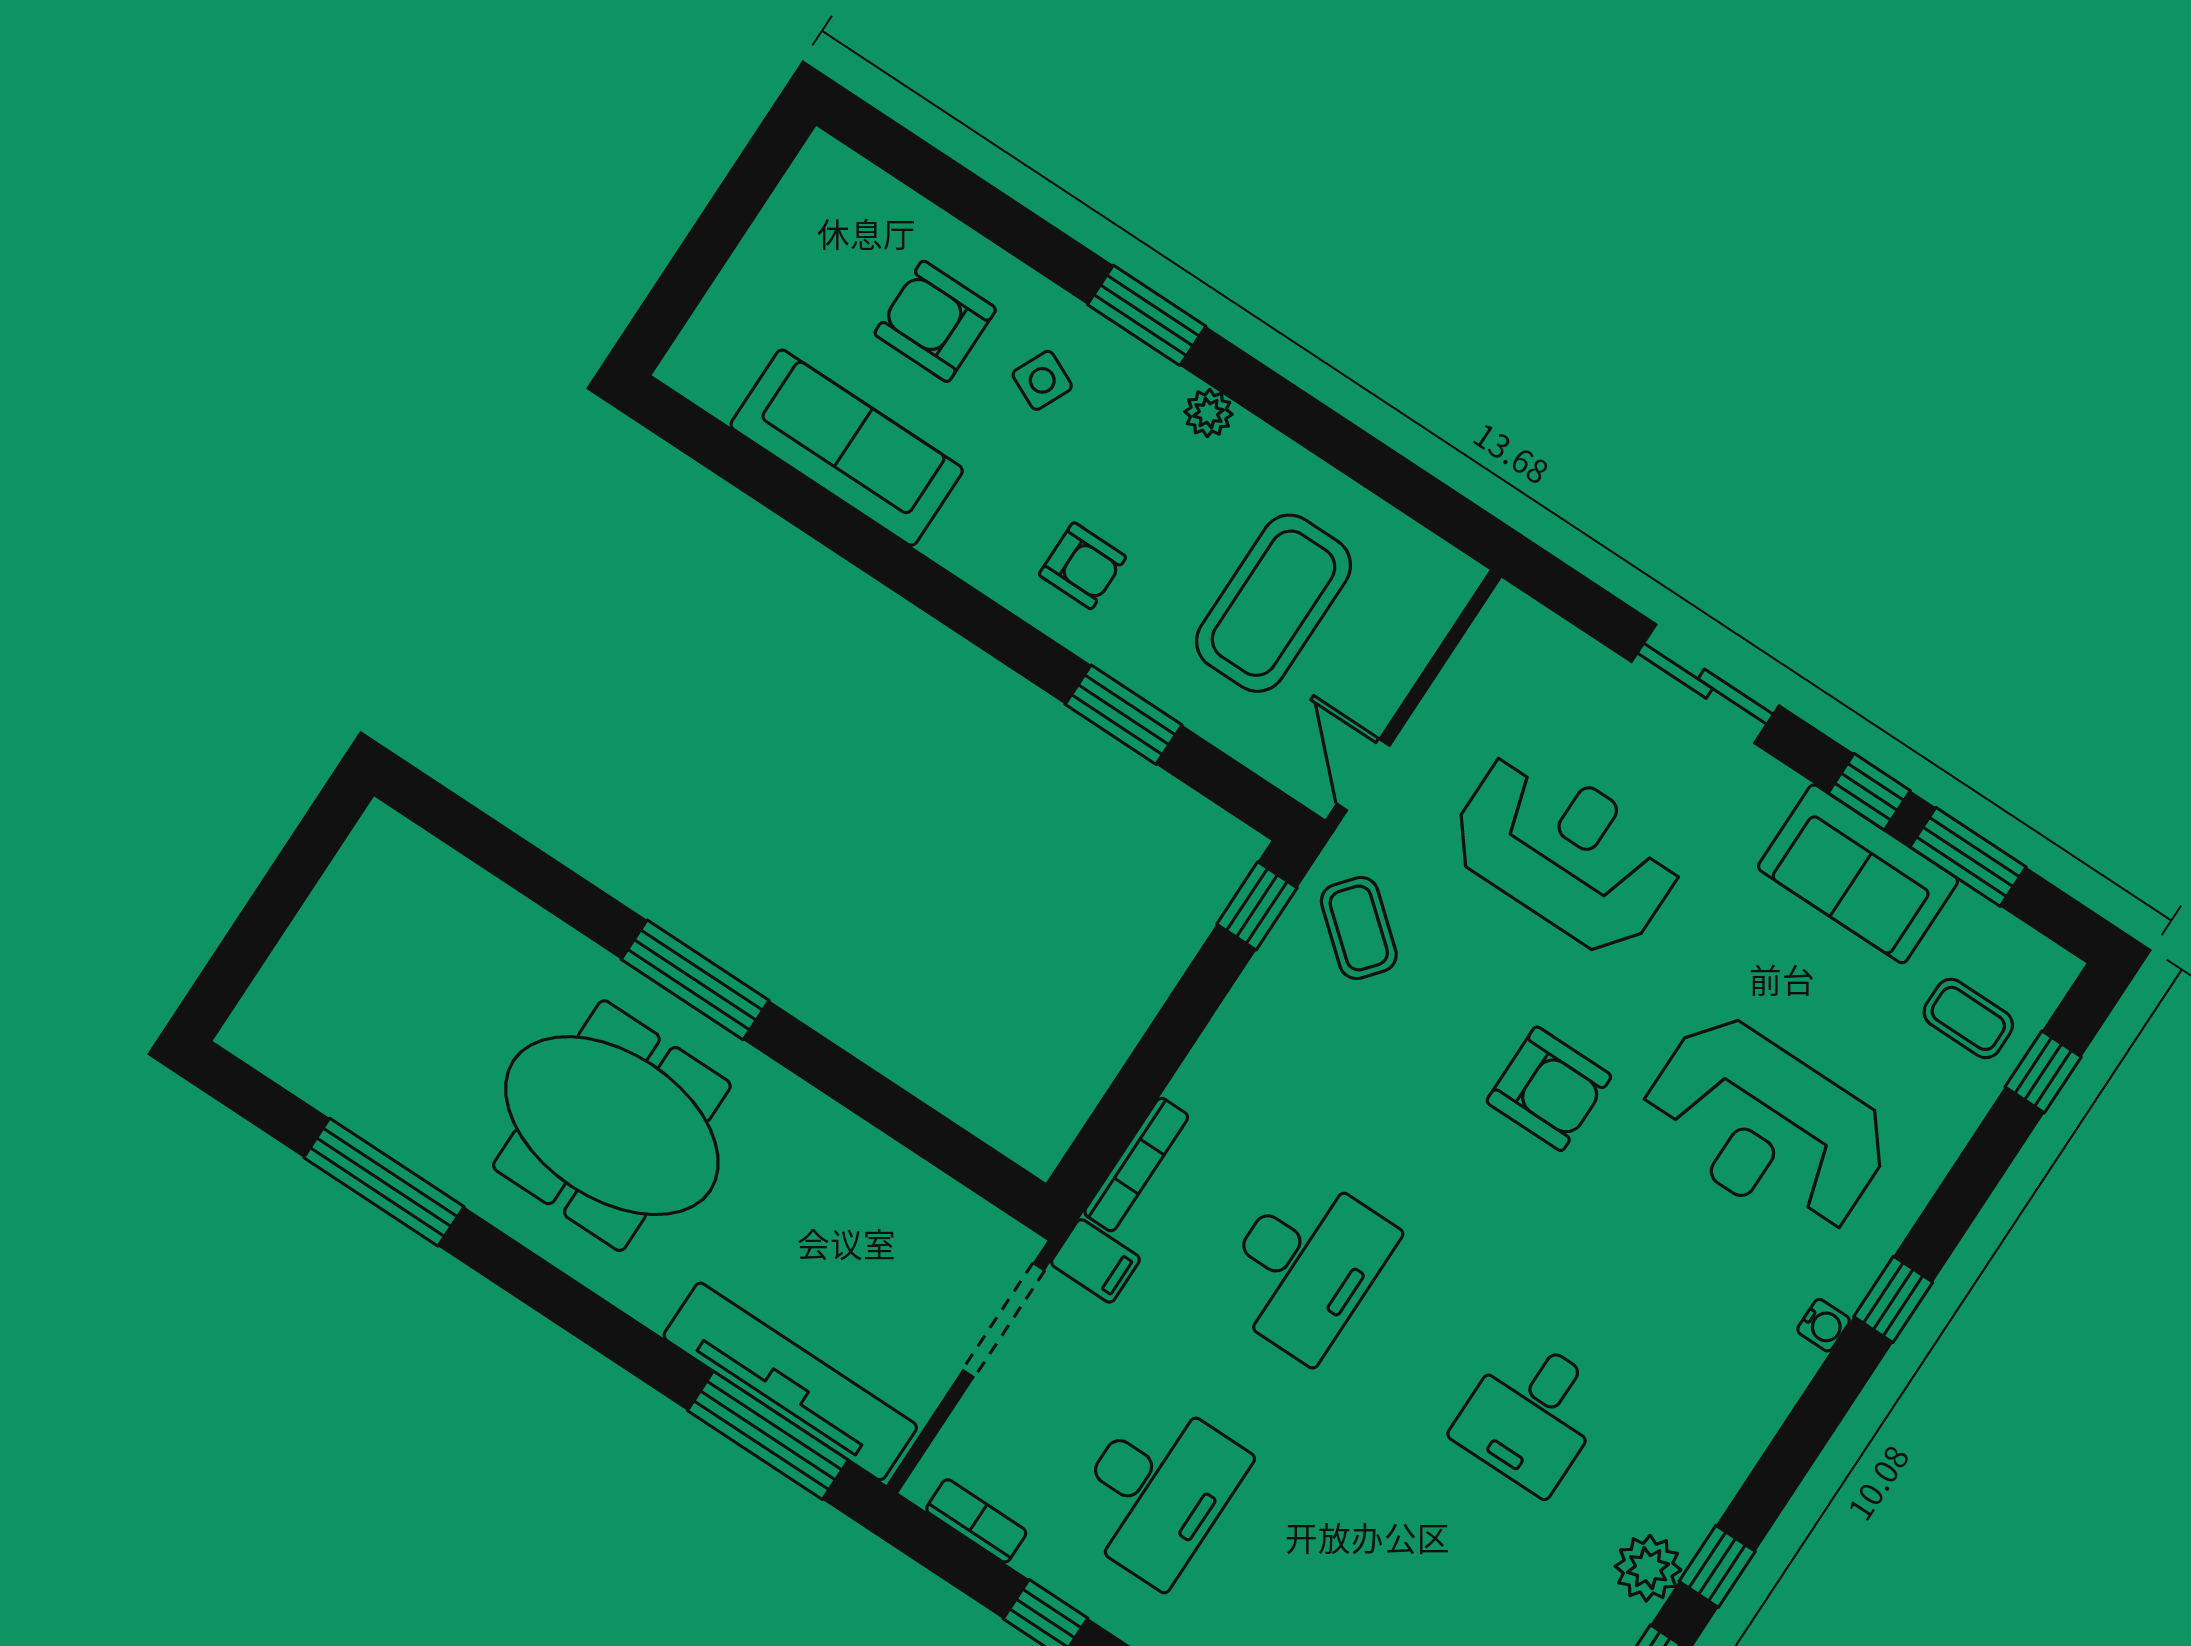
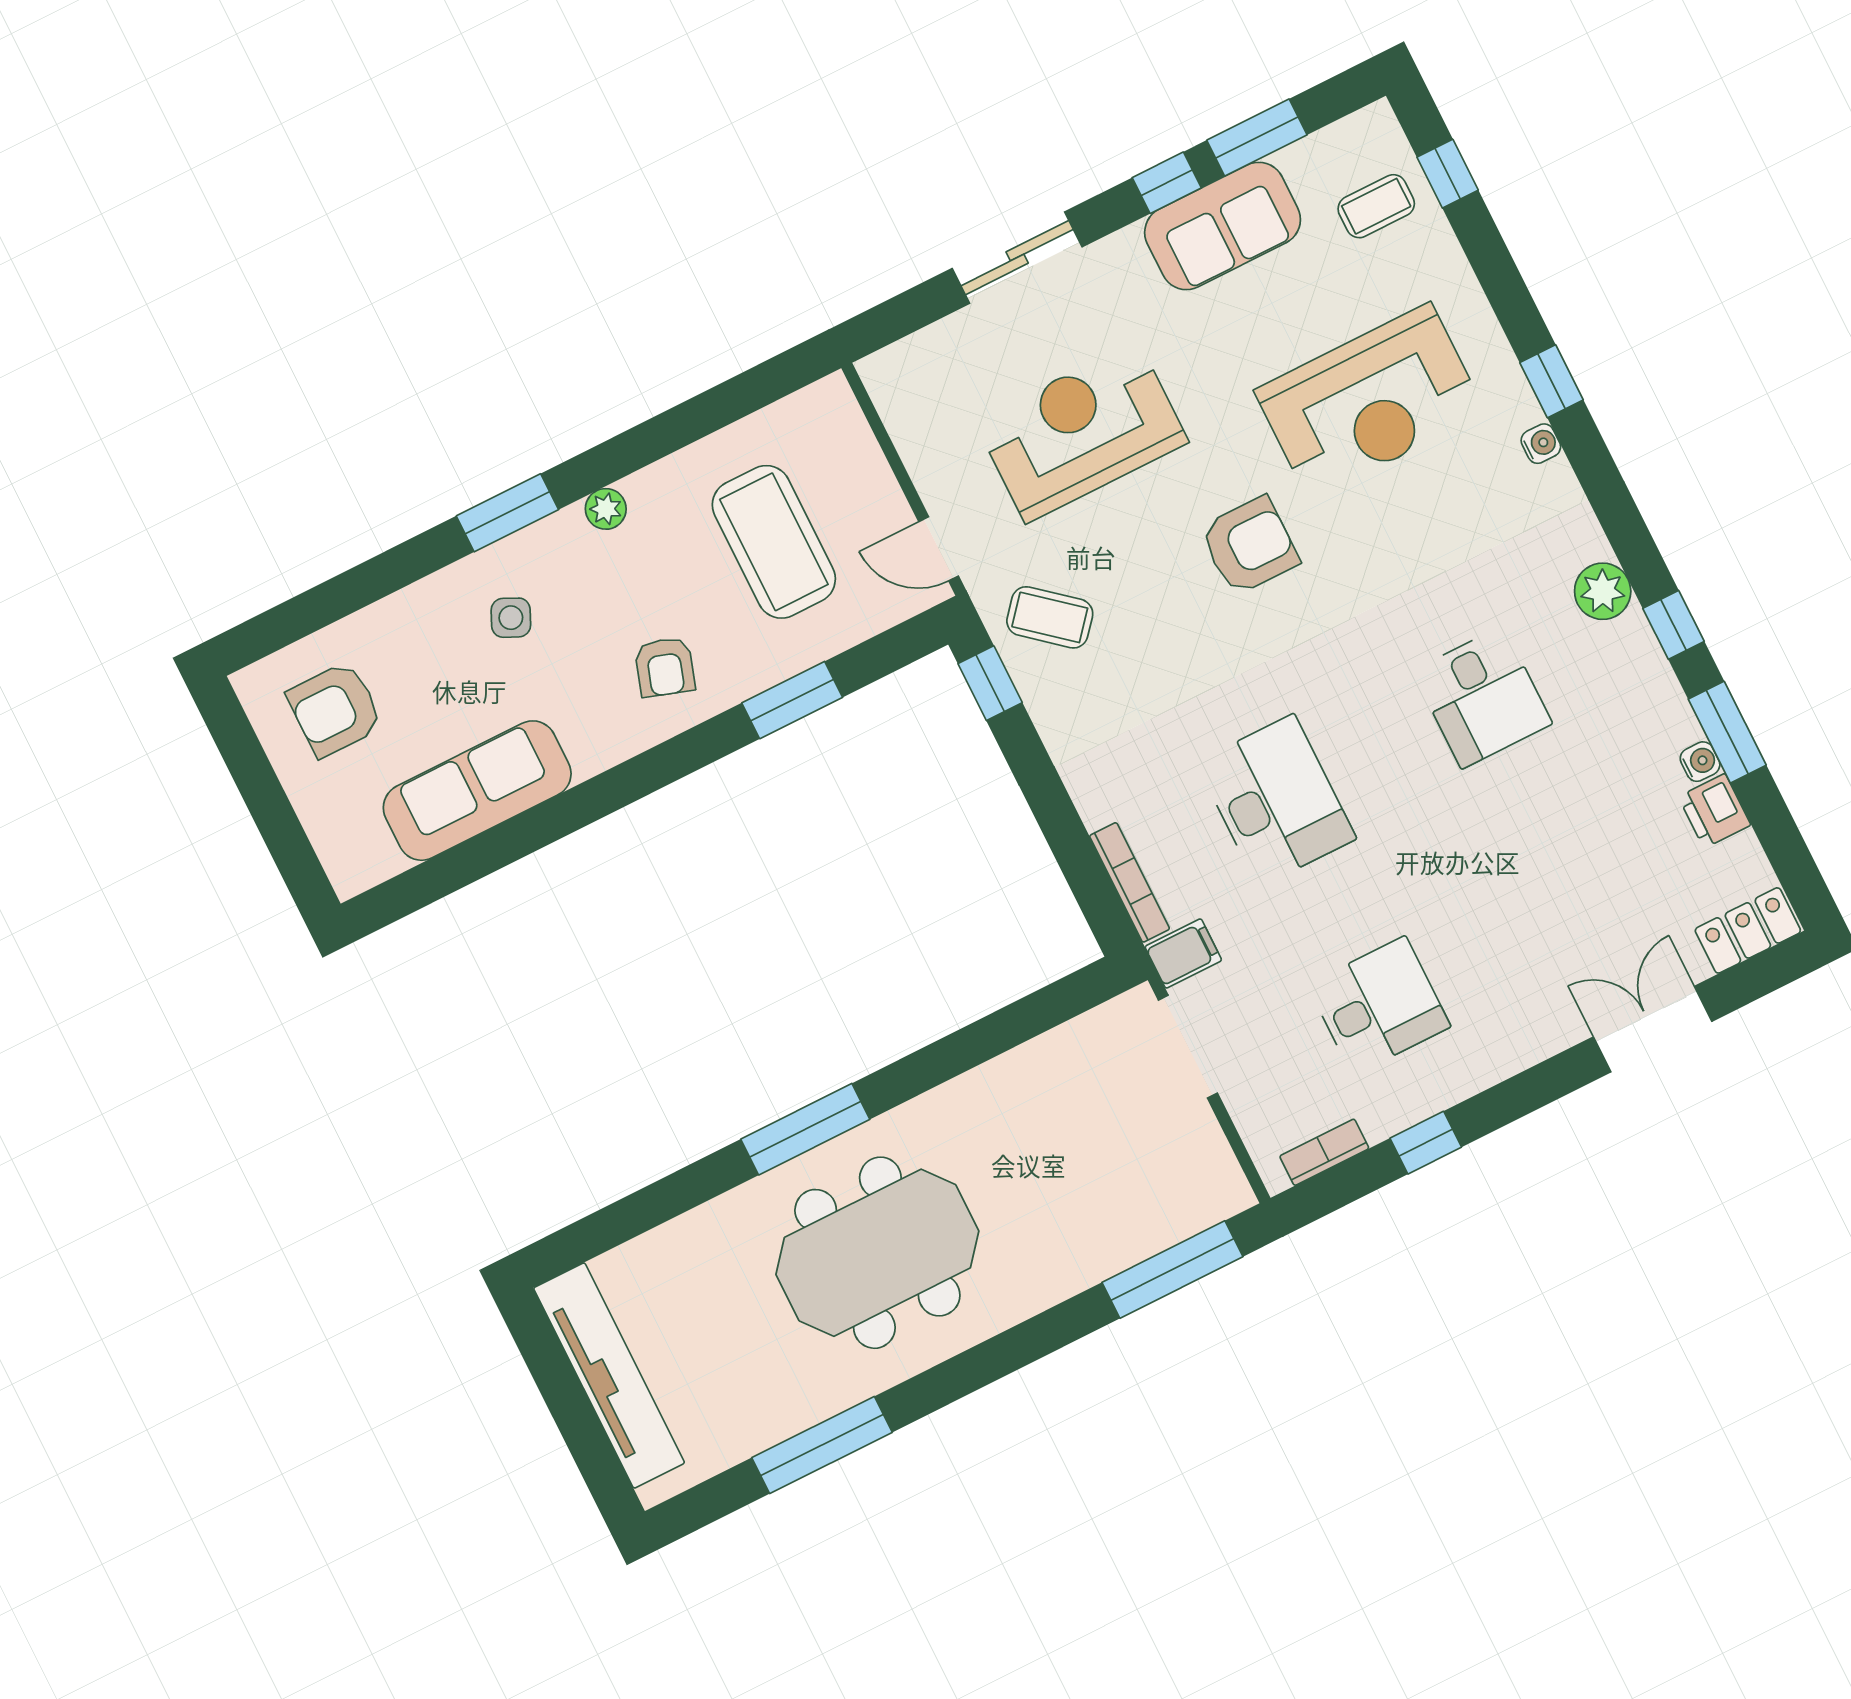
armchair: (935, 321) -> (335, 709), moved
armchair: (1082, 566) -> (665, 667), turned 108
tv unit: (790, 1381) -> (609, 1375), moved, turned 90
desk: (1157, 1490) -> (1379, 1006), width x0.73
plant: (1648, 1568) -> (1603, 591), moved

